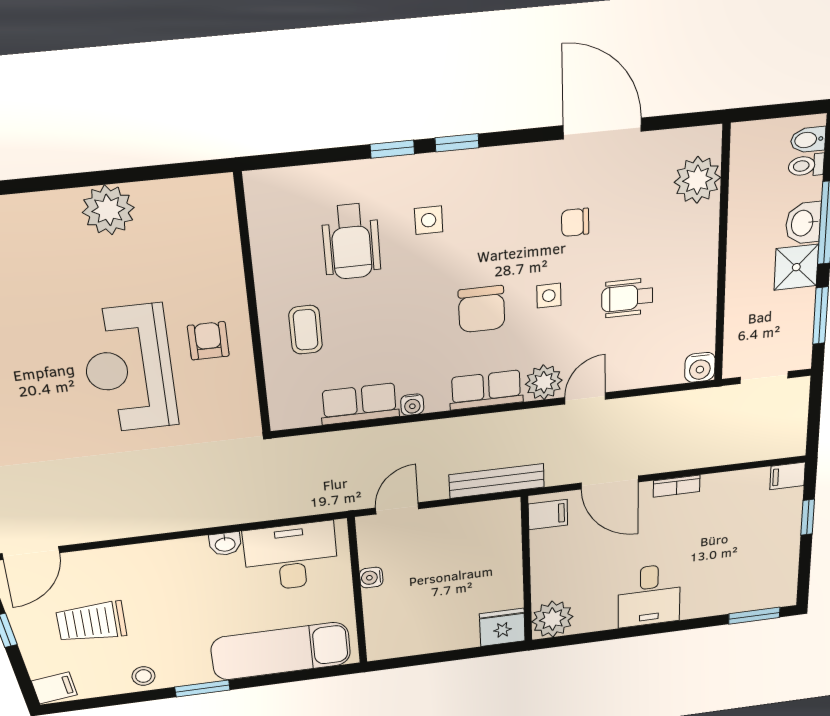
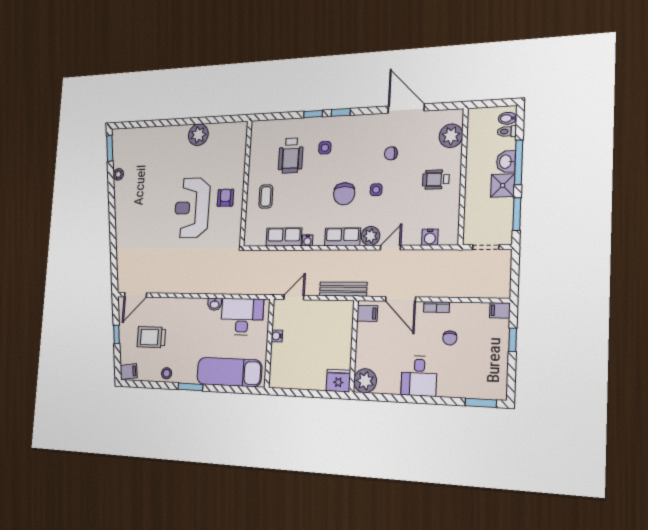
wheelchair: (627, 298) -> (436, 180), moved
water cooler: (700, 367) -> (430, 237), moved
chair: (701, 531) -> (450, 338), added

